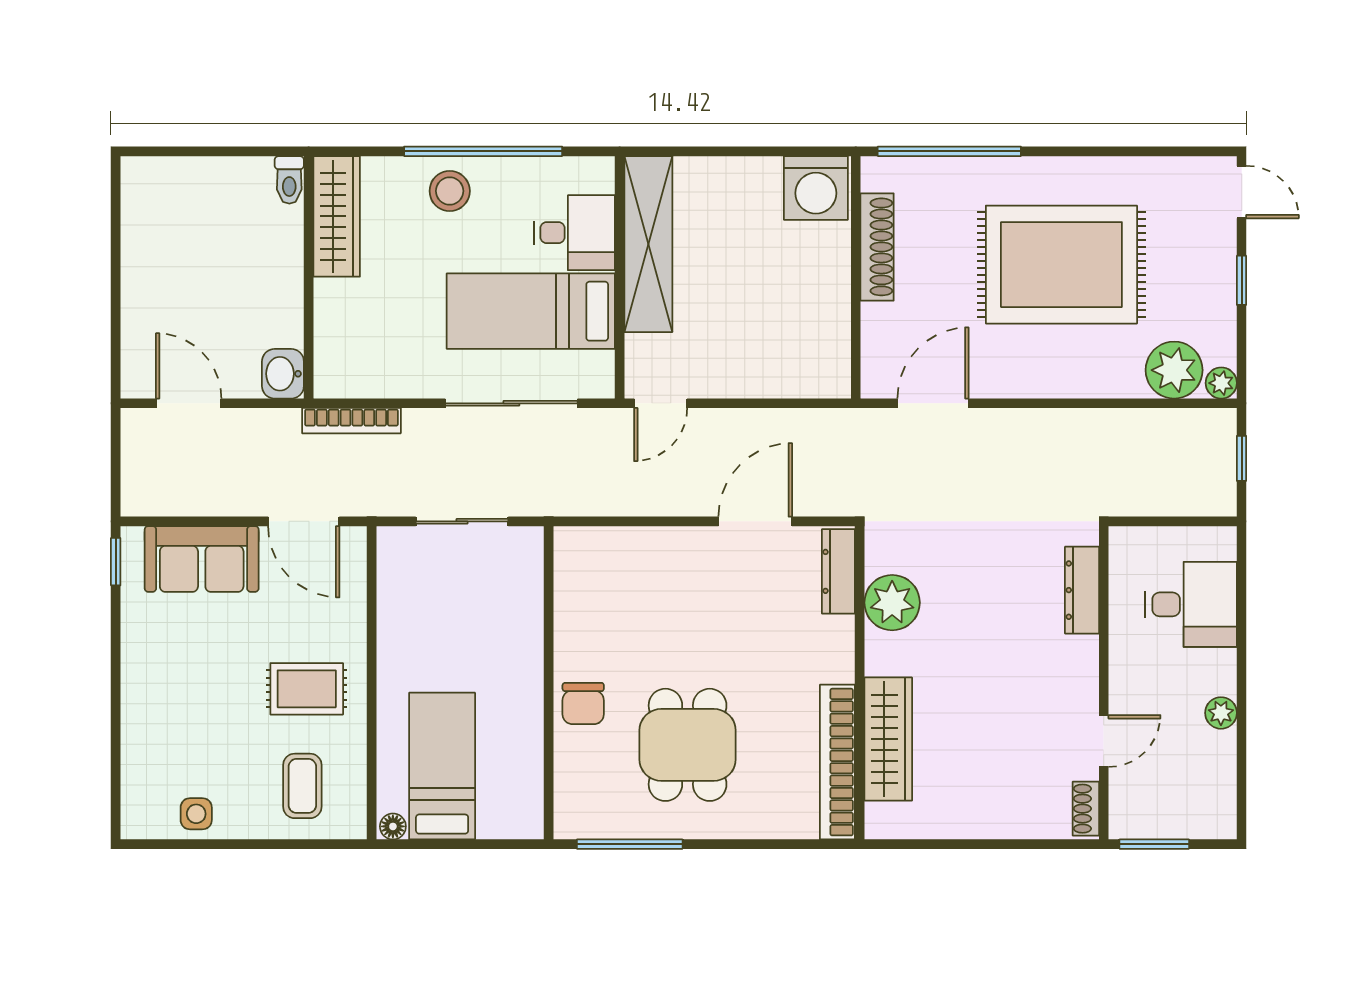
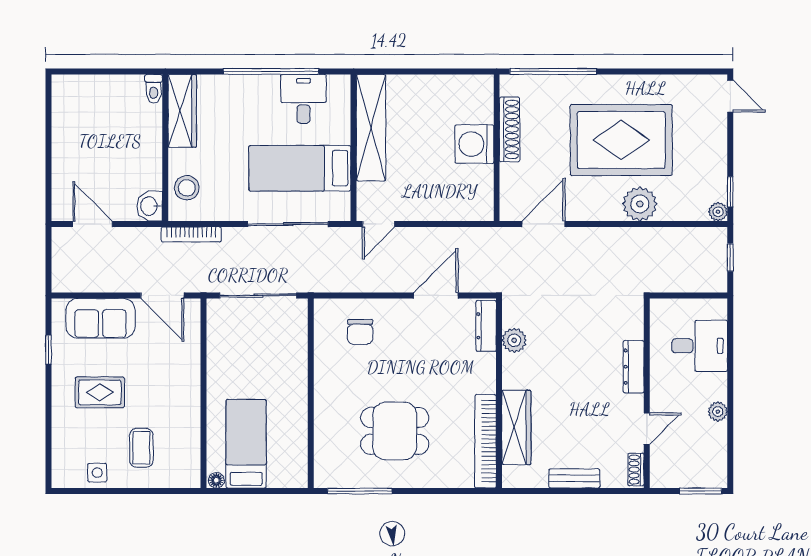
washing machine: (816, 188) -> (474, 144), moved, turned 90
stool: (450, 191) -> (187, 188), moved
desk: (574, 233) -> (303, 99), moved, turned -90
window: (1242, 280) -> (730, 192), moved
plant: (1174, 370) -> (640, 204), moved
sliding door: (462, 521) -> (258, 296), width x1.37
window: (116, 562) -> (48, 350), moved
dresser: (1082, 590) -> (634, 367), moved
plant: (892, 603) -> (514, 340), width x0.73, depth x0.73
rug: (307, 689) -> (100, 392), moved
chair: (583, 704) -> (360, 332), moved
dining table: (688, 745) -> (395, 431), turned 90
coffee table: (302, 786) -> (141, 448), moved
bench: (984, 823) -> (574, 478), added
window: (1154, 844) -> (701, 491), moved

